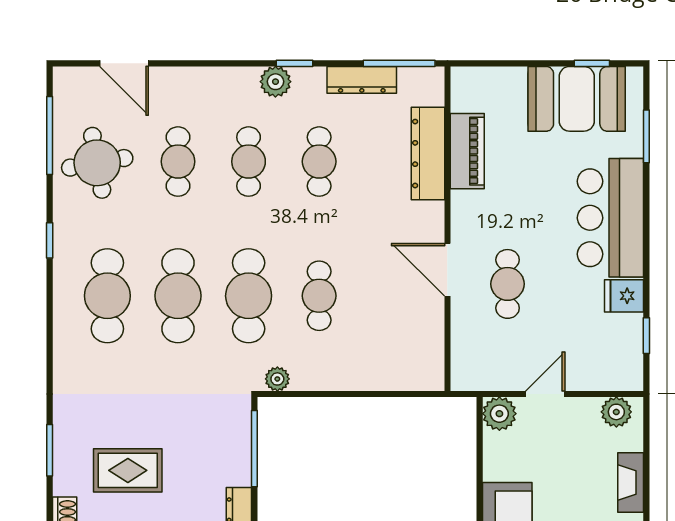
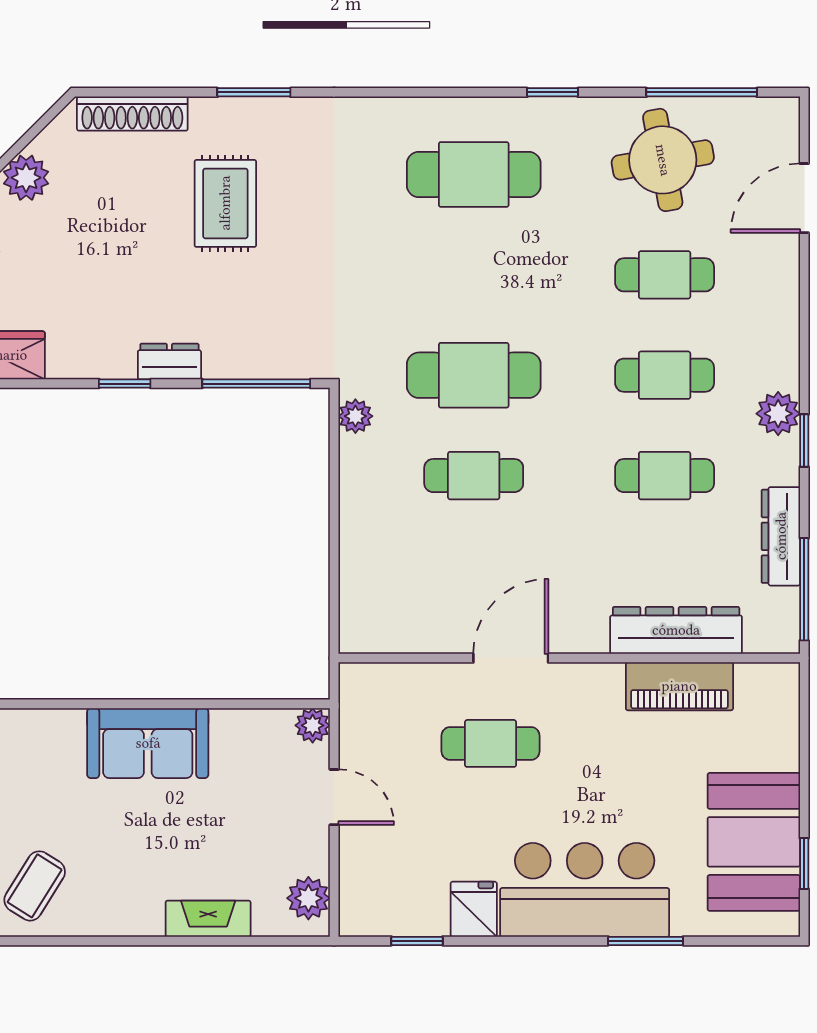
window: (646, 136) -> (646, 941), moved
cafe table: (178, 296) -> (474, 275), removed
plant: (499, 414) -> (313, 725), width x0.73, depth x0.73

